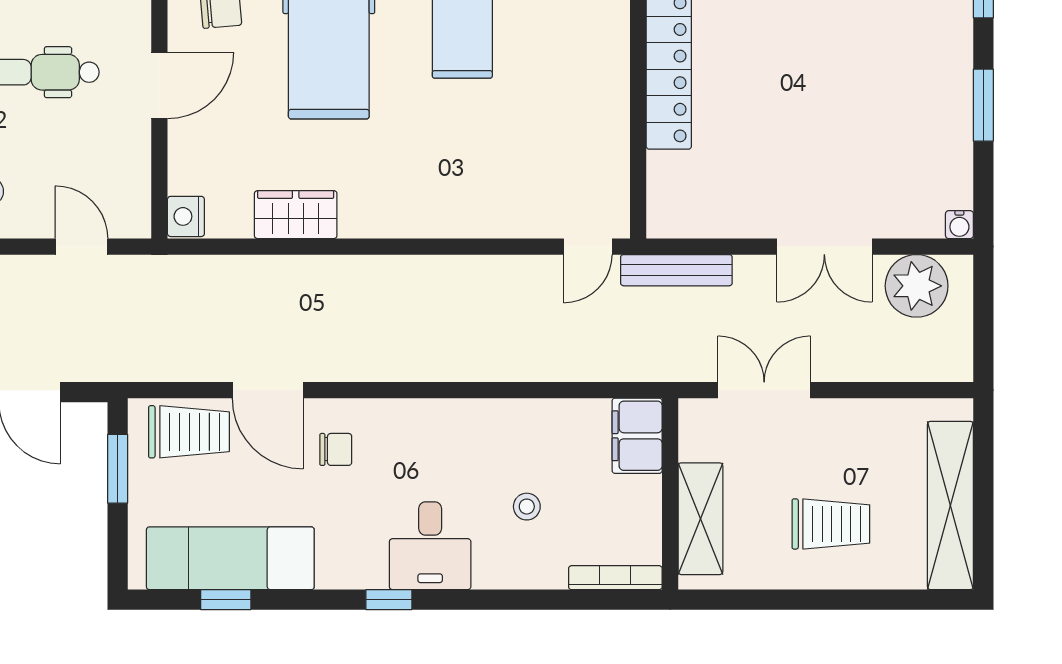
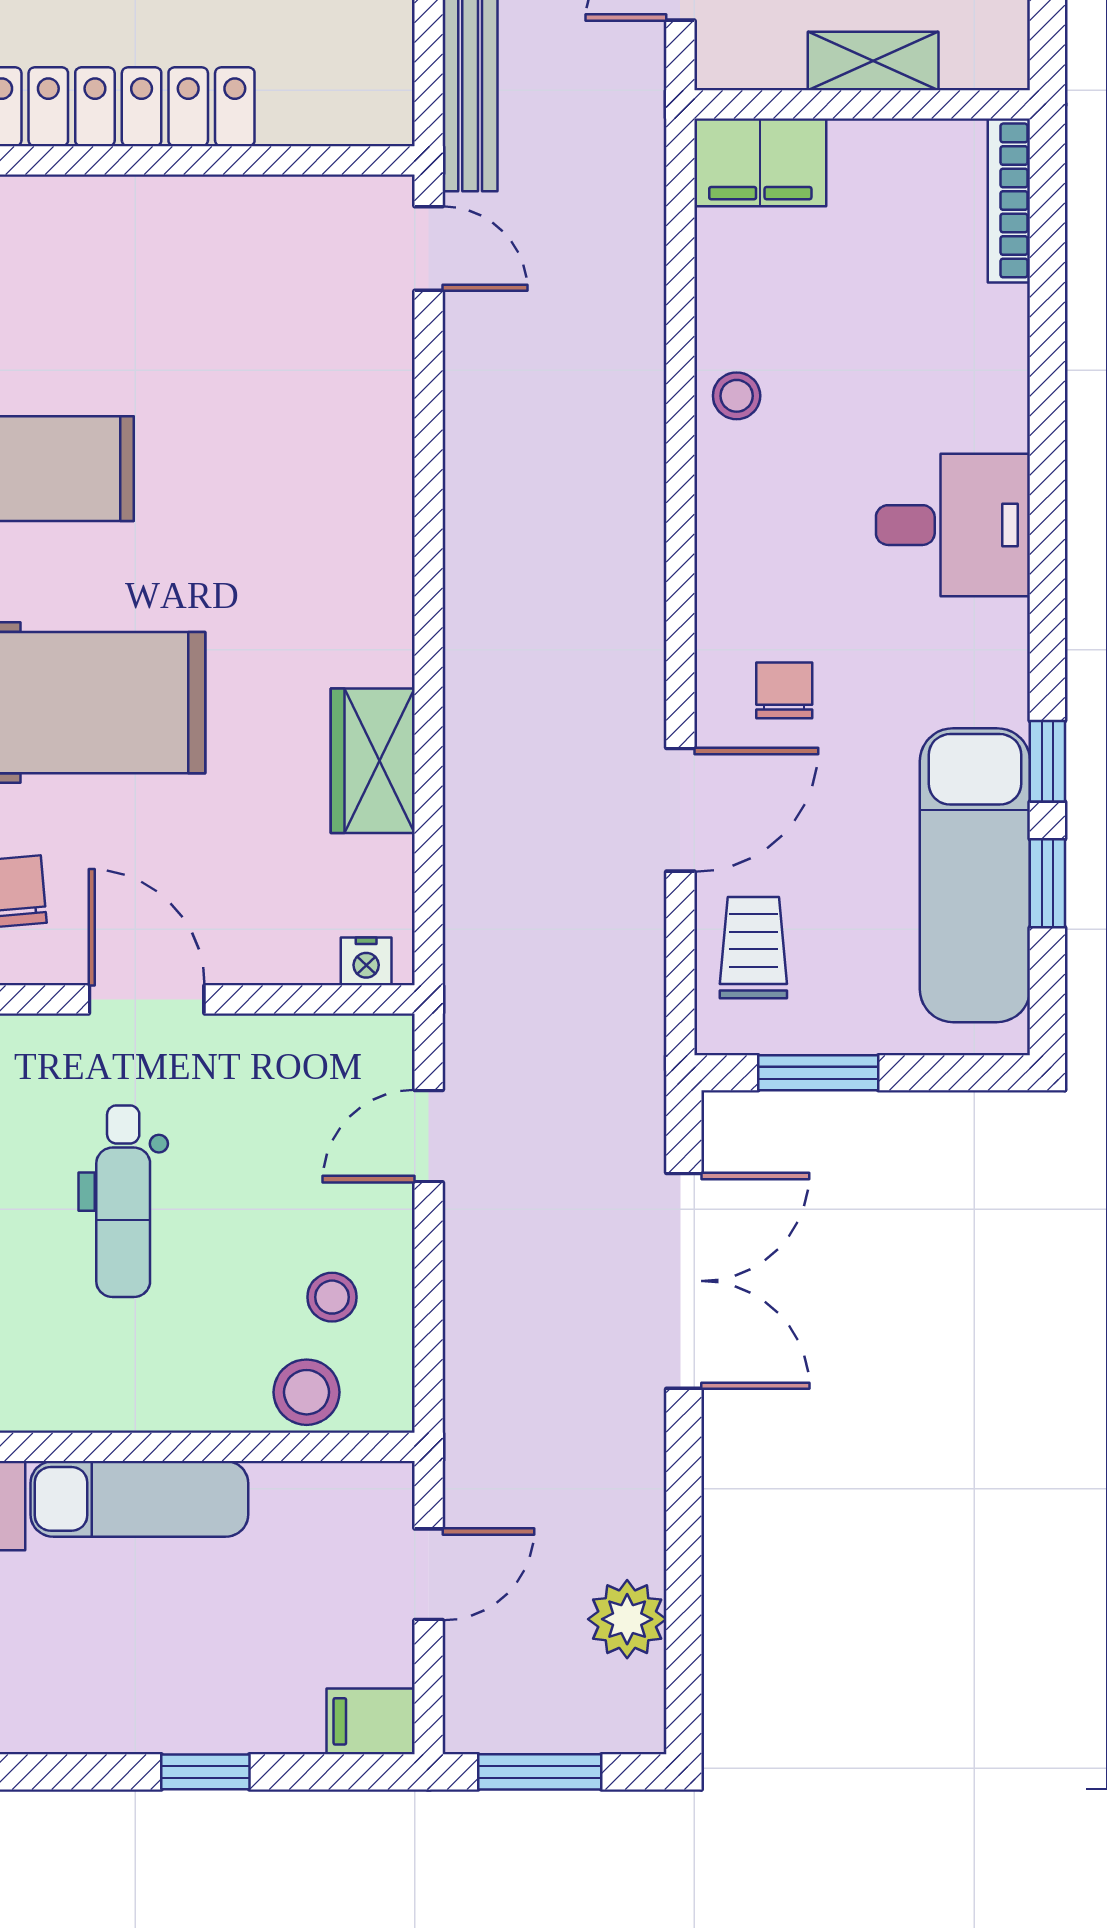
nightstand: (186, 216) -> (366, 961), width x0.72, depth x0.74
trolley: (189, 432) -> (753, 948), width x0.73, depth x0.72
stool: (527, 507) -> (737, 396), moved
shelving: (700, 519) -> (873, 61), width x0.67, depth x0.75
window: (389, 600) -> (1047, 761), moved

